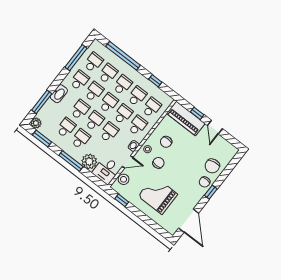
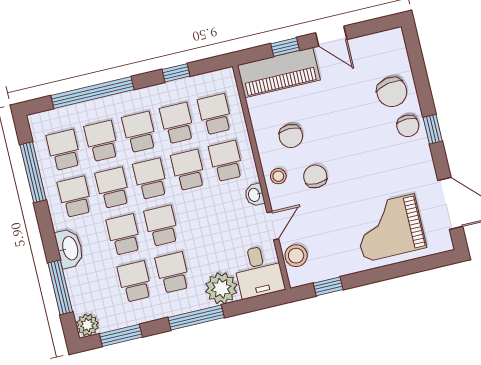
school desk: (109, 132) -> (199, 217), removed
grand piano: (158, 195) -> (389, 228), moved

